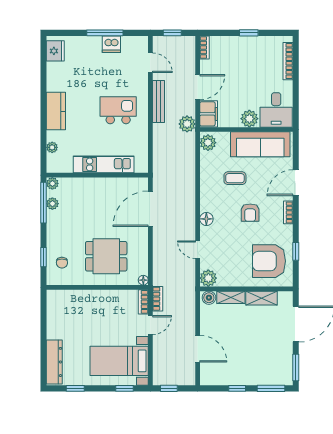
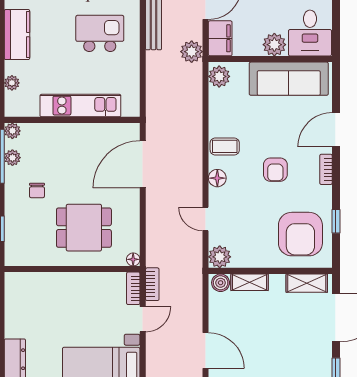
coffee table: (235, 178) -> (225, 146), moved
armchair: (269, 261) -> (300, 234), turned -90
chair: (62, 263) -> (37, 190), moved
shelving: (261, 298) -> (307, 283), moved

